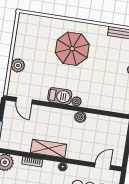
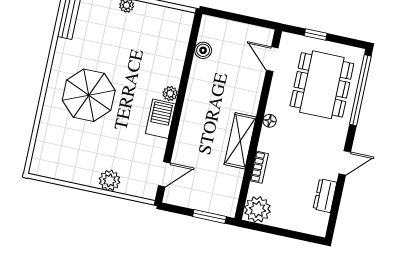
boiler: (80, 117) -> (203, 50), moved

